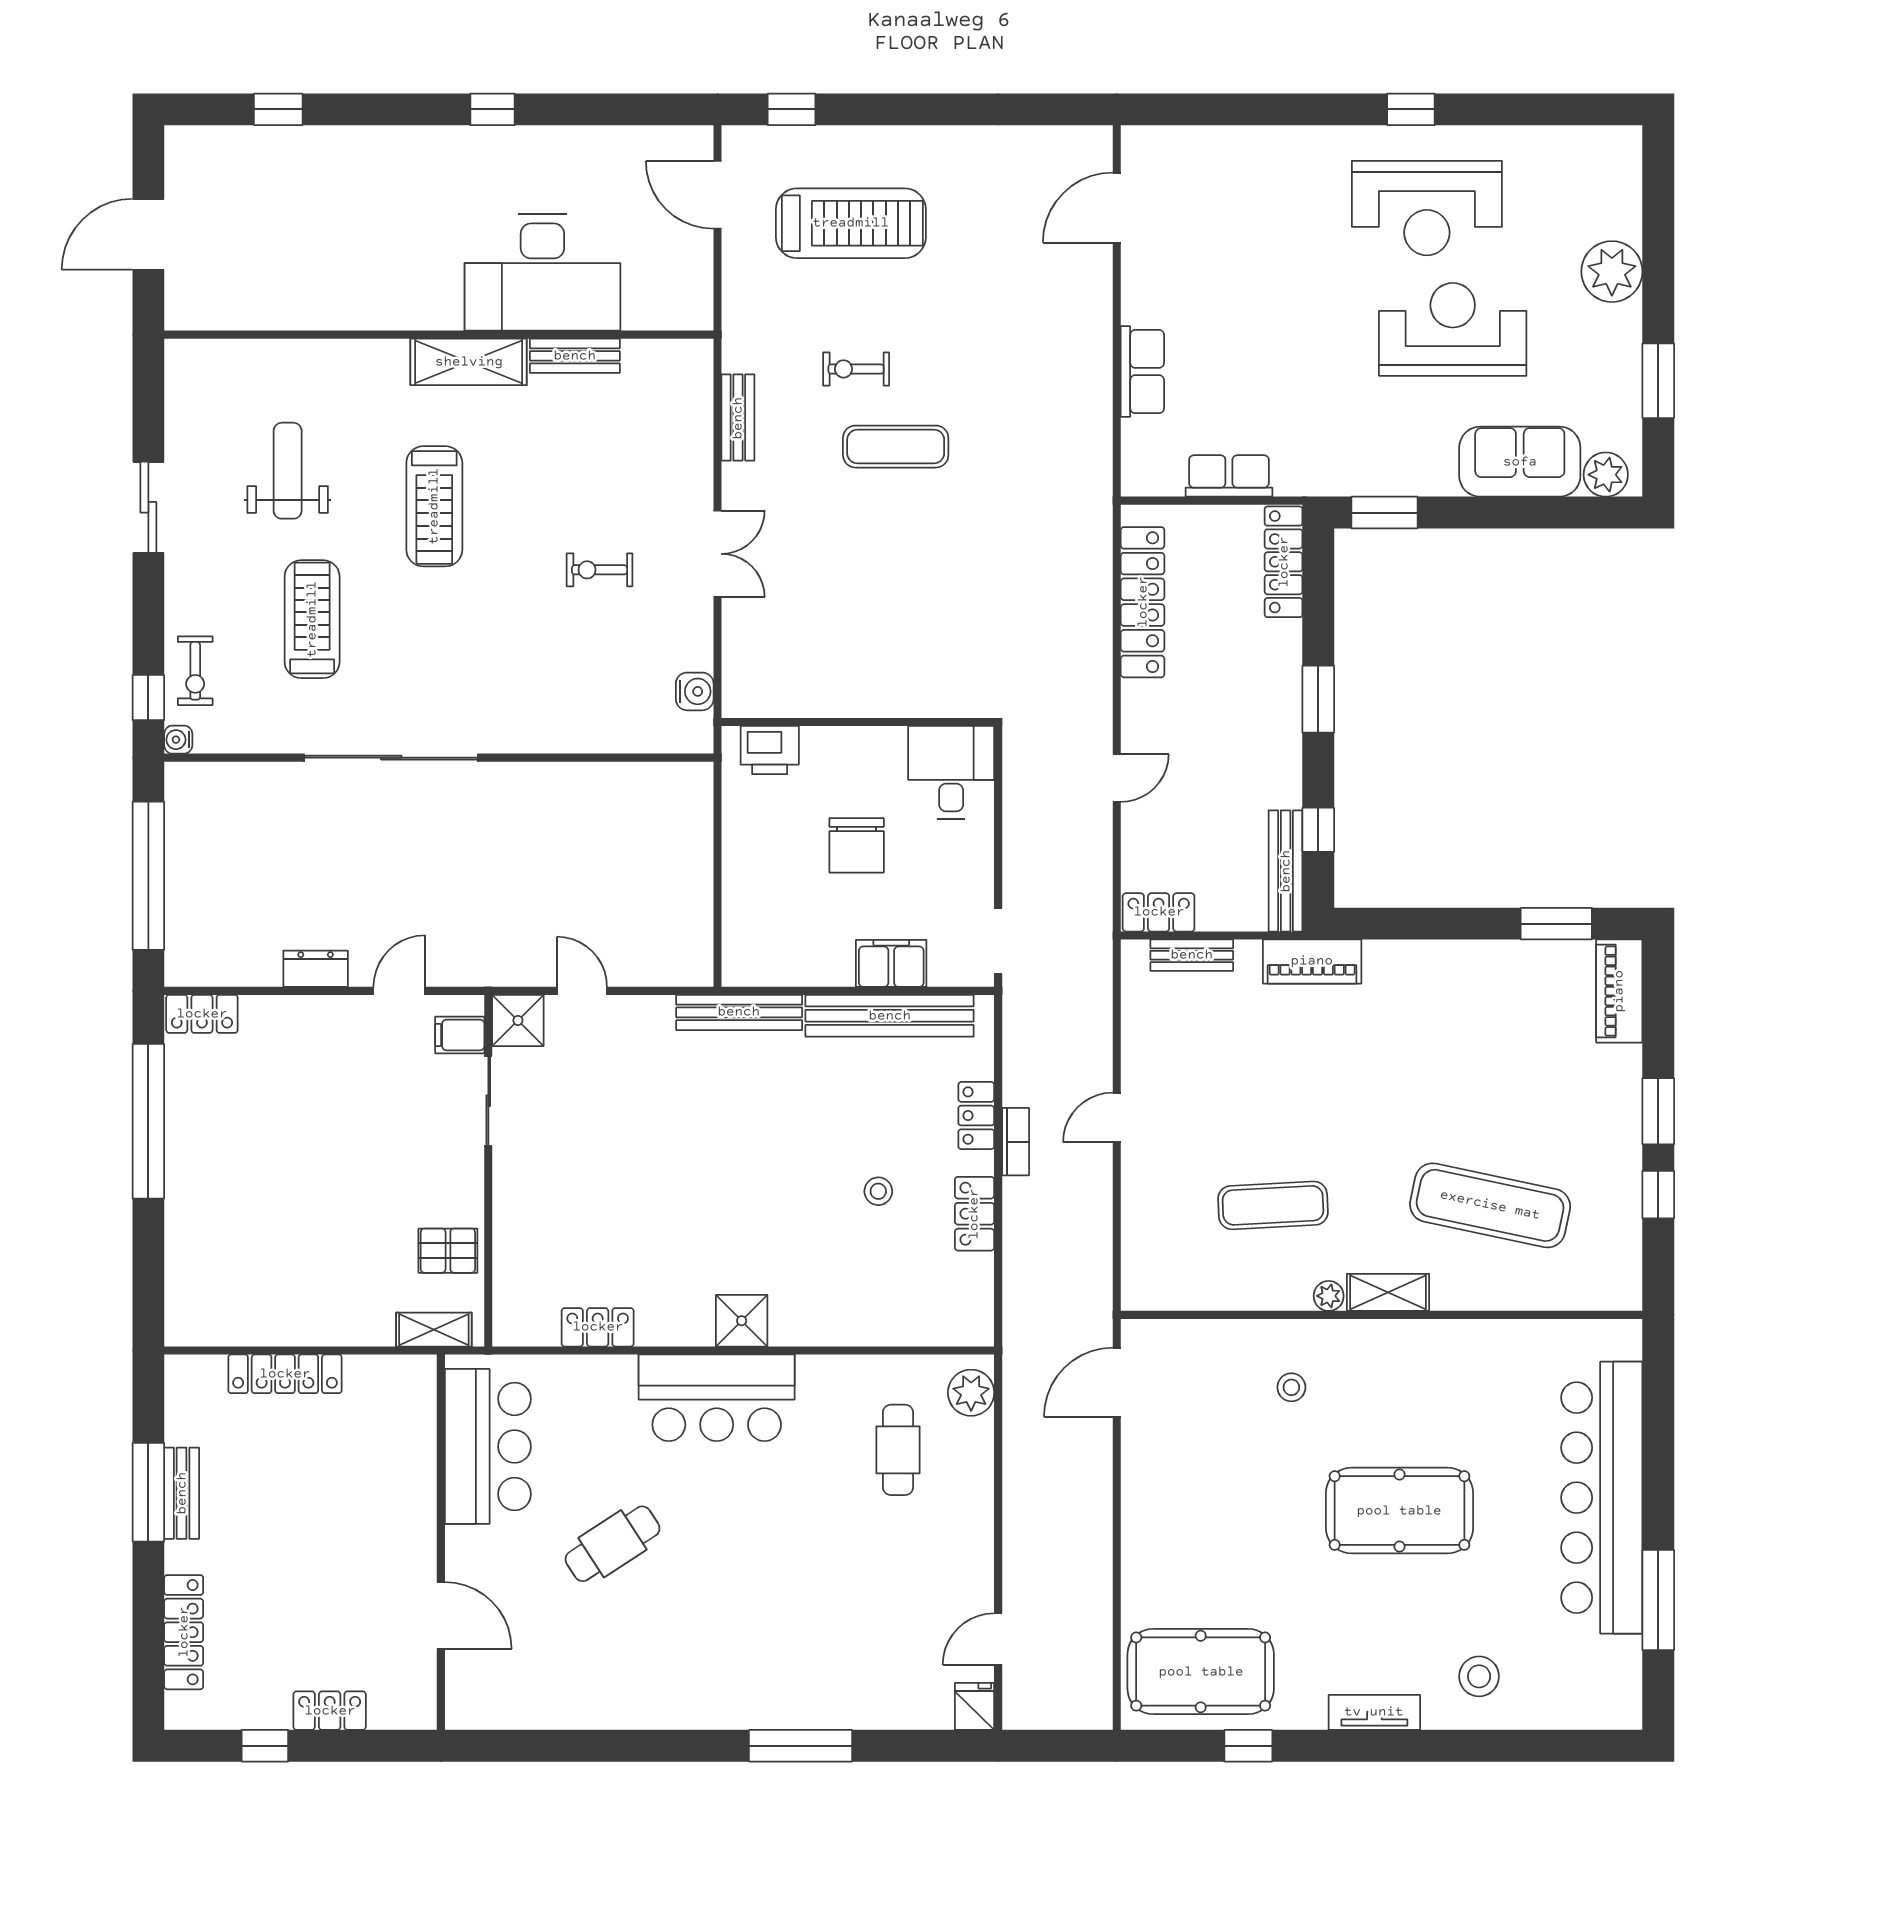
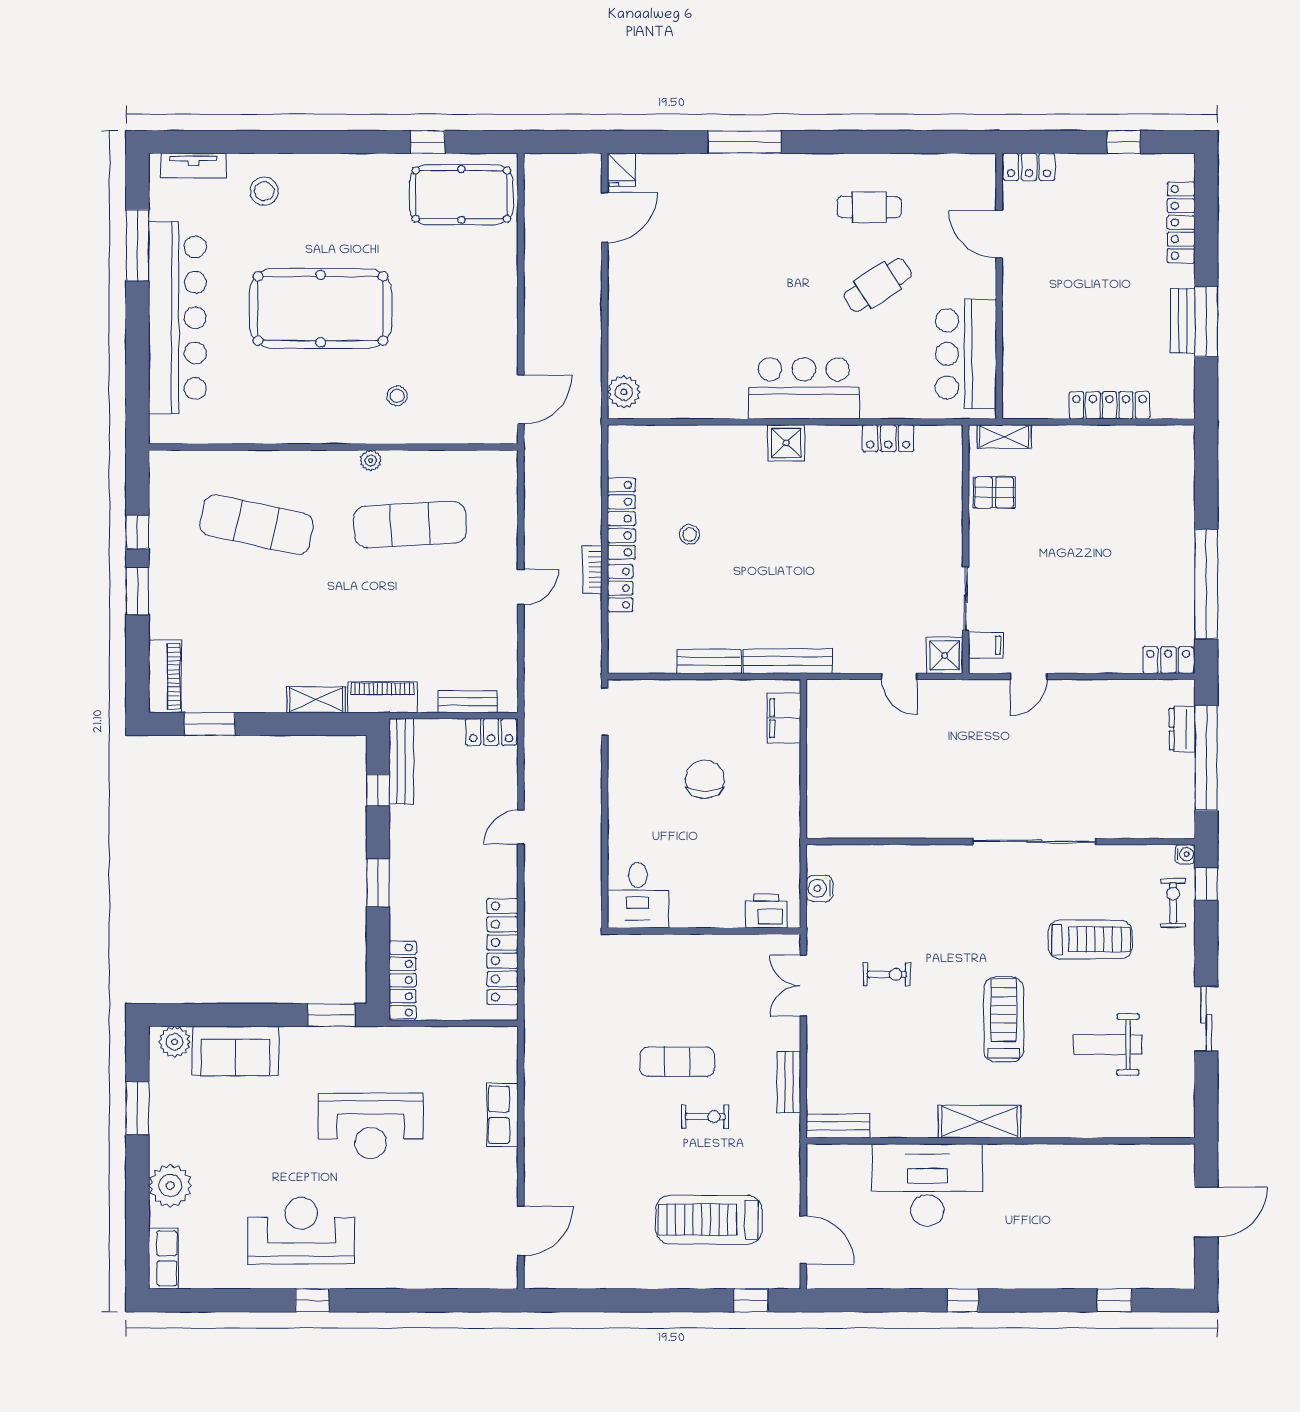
reception desk: (1453, 329) -> (371, 1126), moved
bench: (575, 356) -> (838, 1126), moved
weight bench: (288, 471) -> (1108, 1045), turned 90
row of seats: (1229, 476) -> (163, 1258), moved, turned -90
treadmill: (312, 619) -> (1090, 939), turned -90
wall: (858, 722) -> (704, 931), moved
printer: (770, 750) -> (766, 911), moved
desk: (951, 772) -> (638, 895), moved
filing cabinet: (891, 963) -> (784, 718), moved, turned 90
dresser: (316, 969) -> (1182, 729), moved, turned 90
bench: (890, 1016) -> (709, 661), width x0.54, depth x0.82
exercise mat: (1273, 1205) -> (410, 525), width x1.36, depth x1.45
locker: (974, 1214) -> (621, 519), width x1.53
shelving: (1388, 1292) -> (316, 700), moved
cafe table: (898, 1450) -> (869, 207), moved, turned 90
pool table: (1399, 1511) -> (321, 309), width x1.36, depth x1.32
door: (998, 1639) -> (605, 218), width x1.38
locker: (330, 1711) -> (1029, 167), moved
tv unit: (1374, 1712) -> (194, 166), moved

